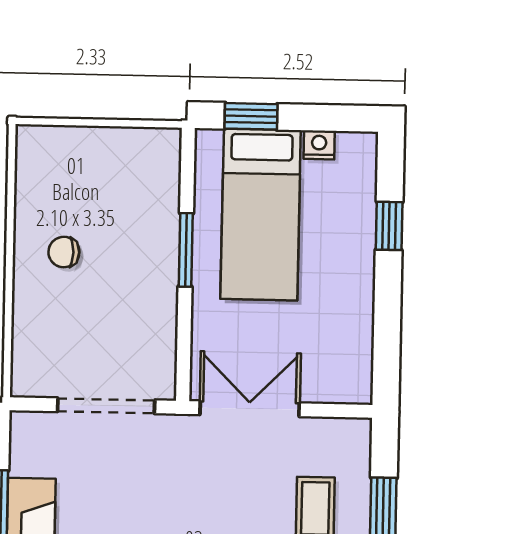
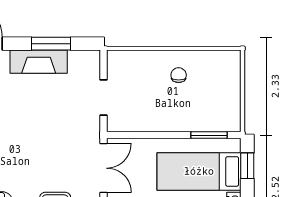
window: (186, 250) -> (209, 135), moved
doorway: (106, 406) -> (103, 97), width x0.73

